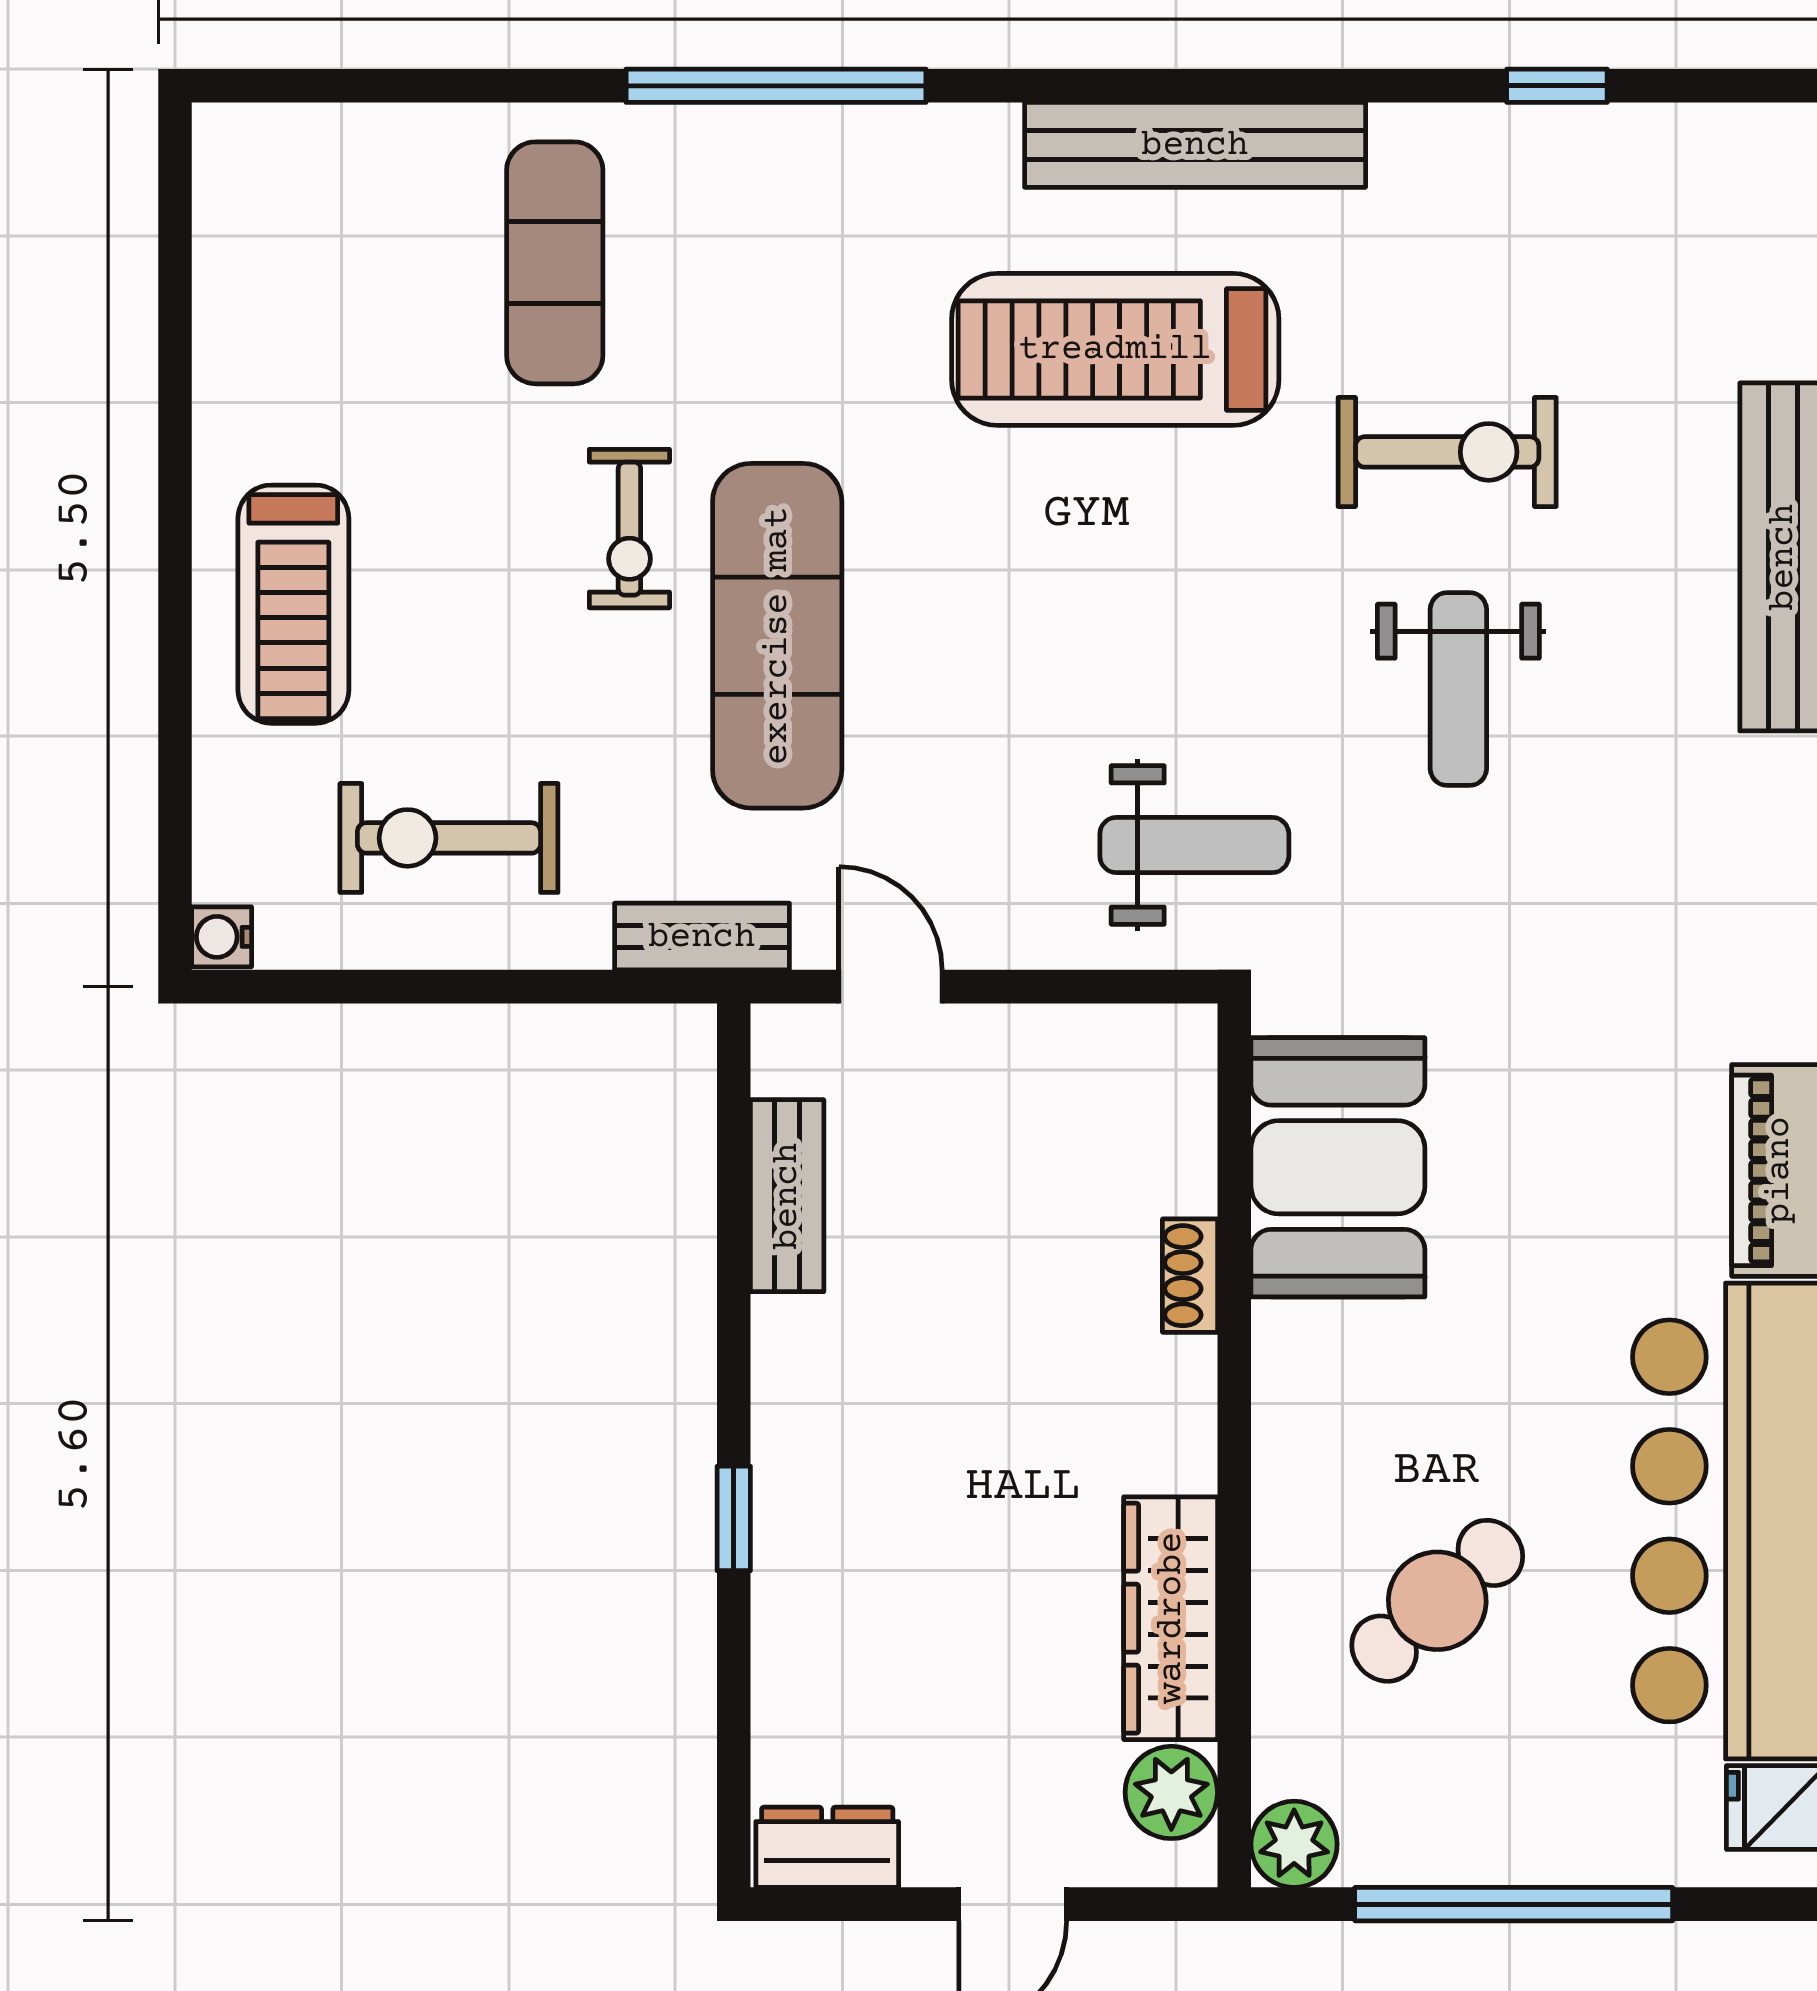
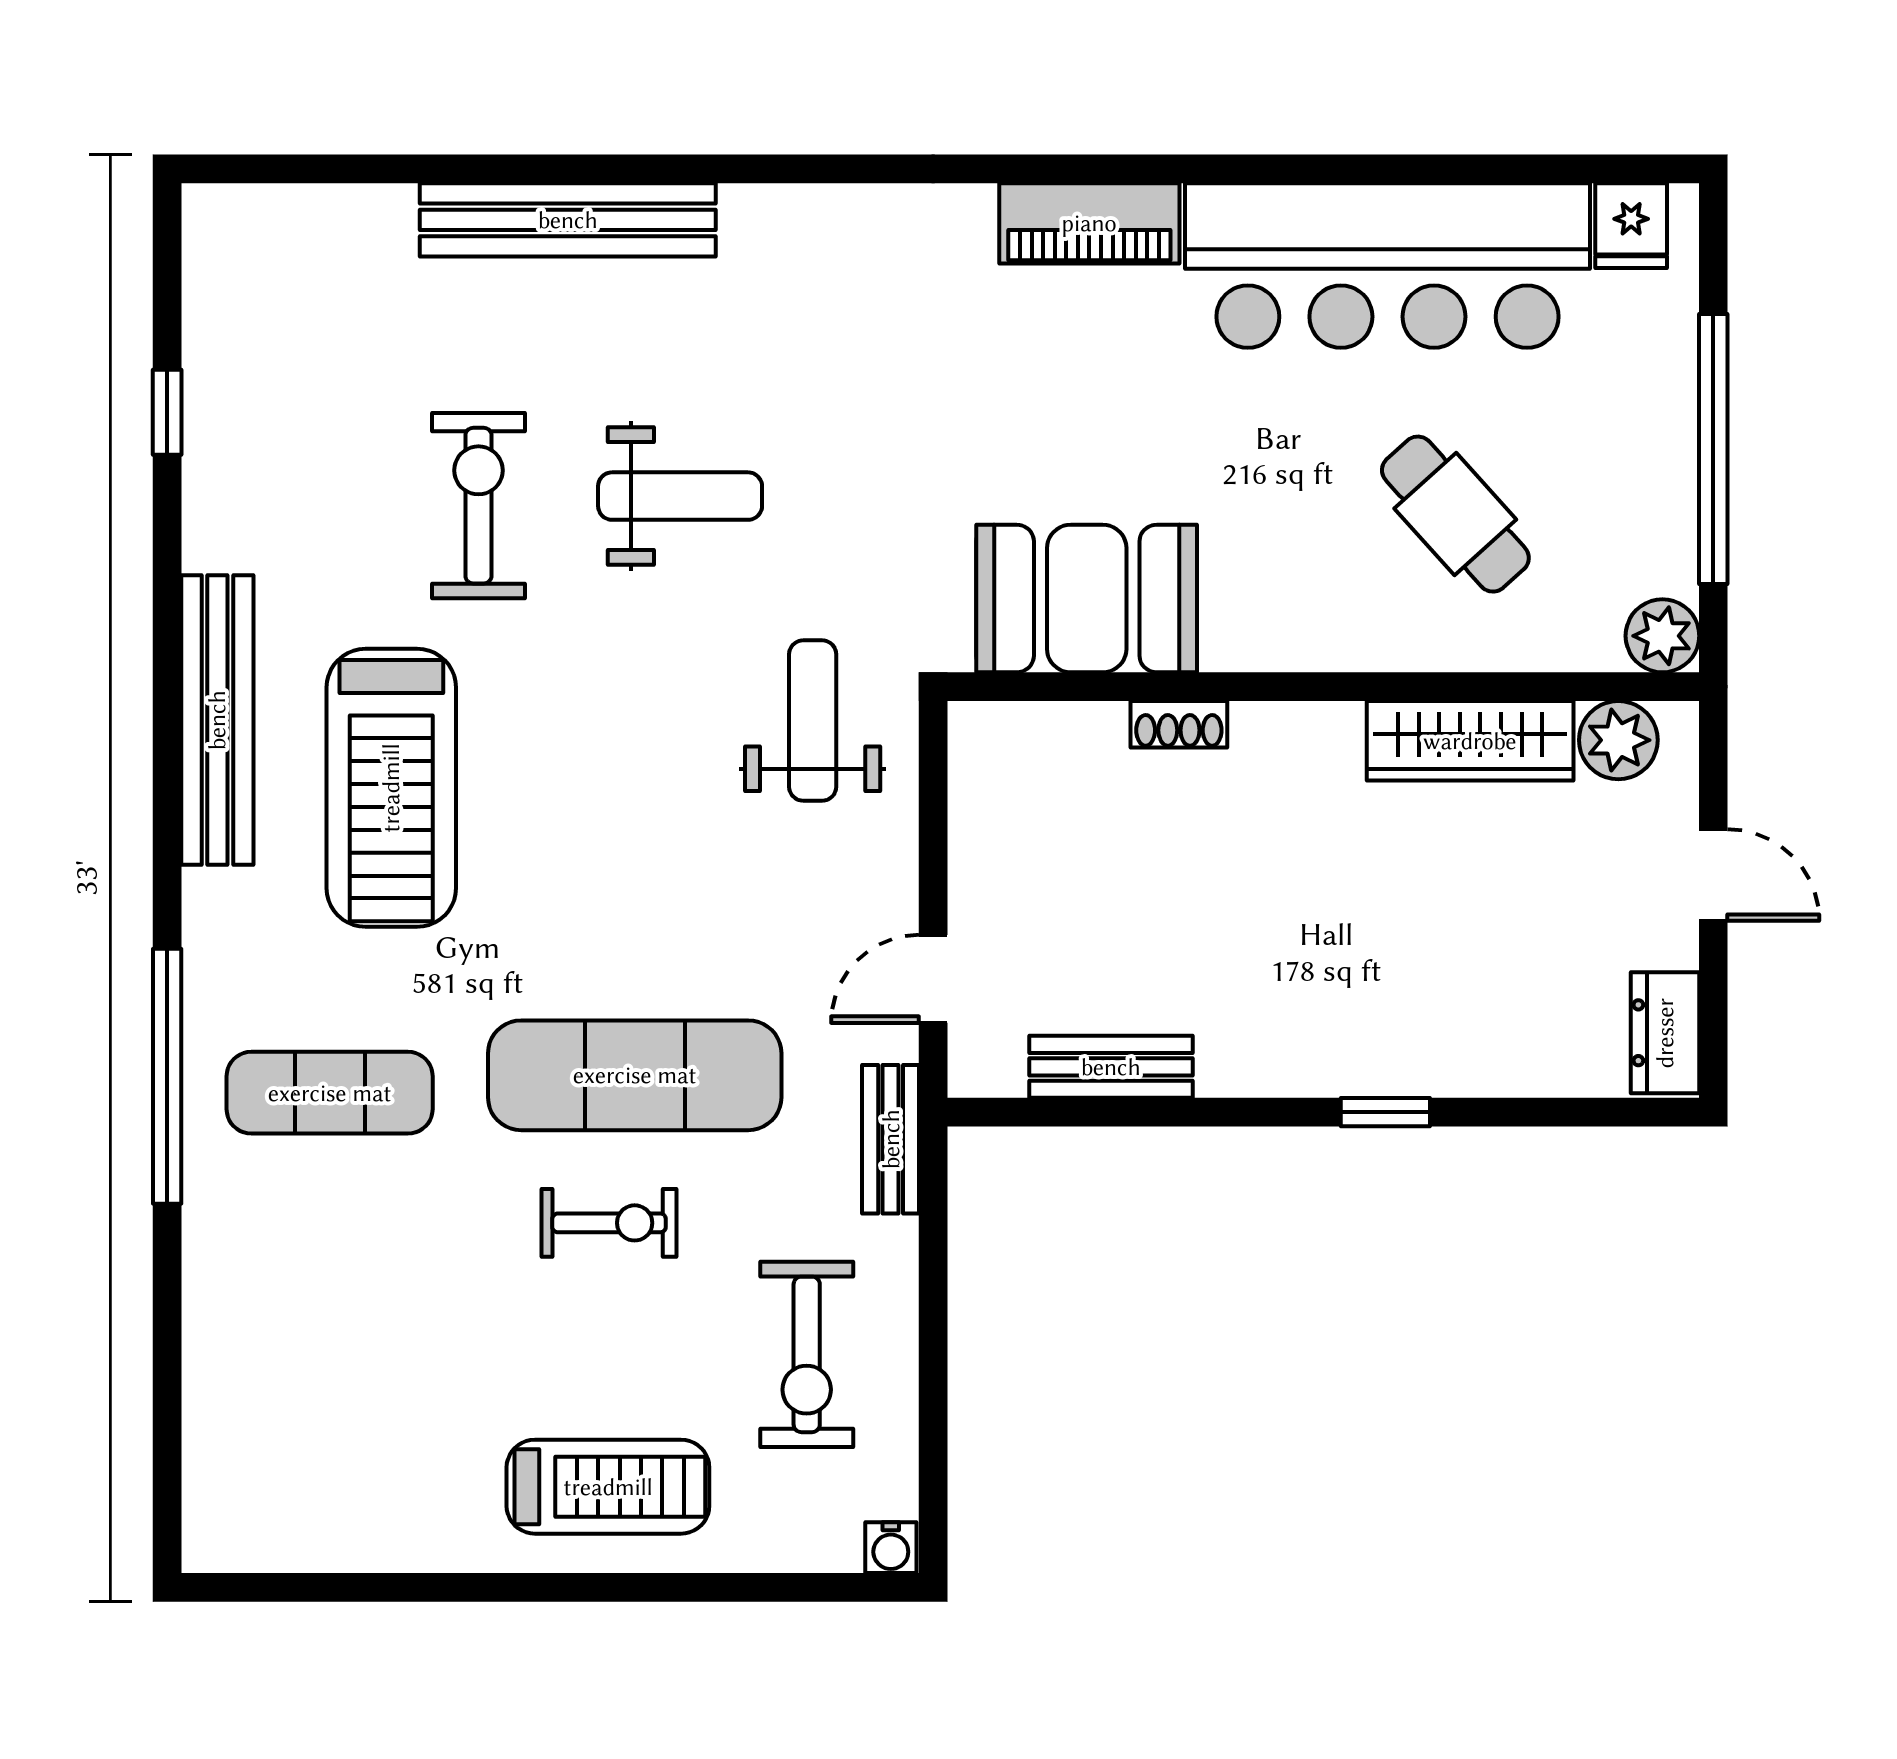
exercise mat: (555, 263) -> (330, 1093), moved
exercise bike: (629, 529) -> (609, 1223), moved

